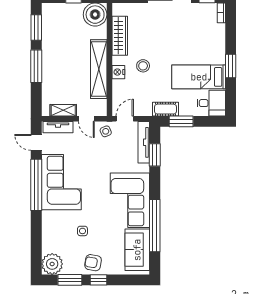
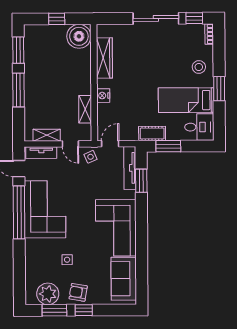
stool: (143, 66) -> (199, 67), moved
shelving: (99, 69) -> (85, 109), width x0.45, depth x0.75
window: (155, 226) -> (142, 254), removed
plant: (52, 264) -> (48, 294), moved

